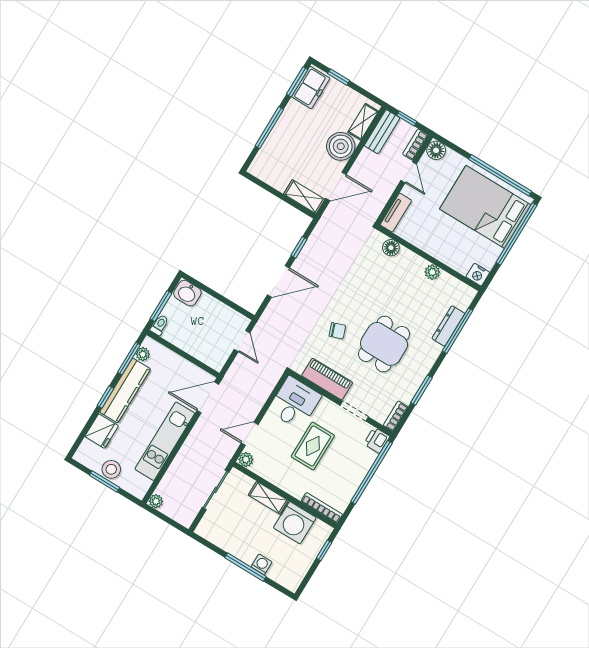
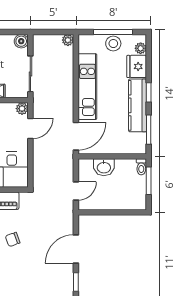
washbasin: (187, 293) -> (104, 167), moved, turned 180
door: (242, 341) -> (76, 191), swing flipped
plant: (143, 354) -> (141, 48), moved
window: (104, 481) -> (113, 32), width x1.44
boiler: (205, 529) -> (21, 41), added

